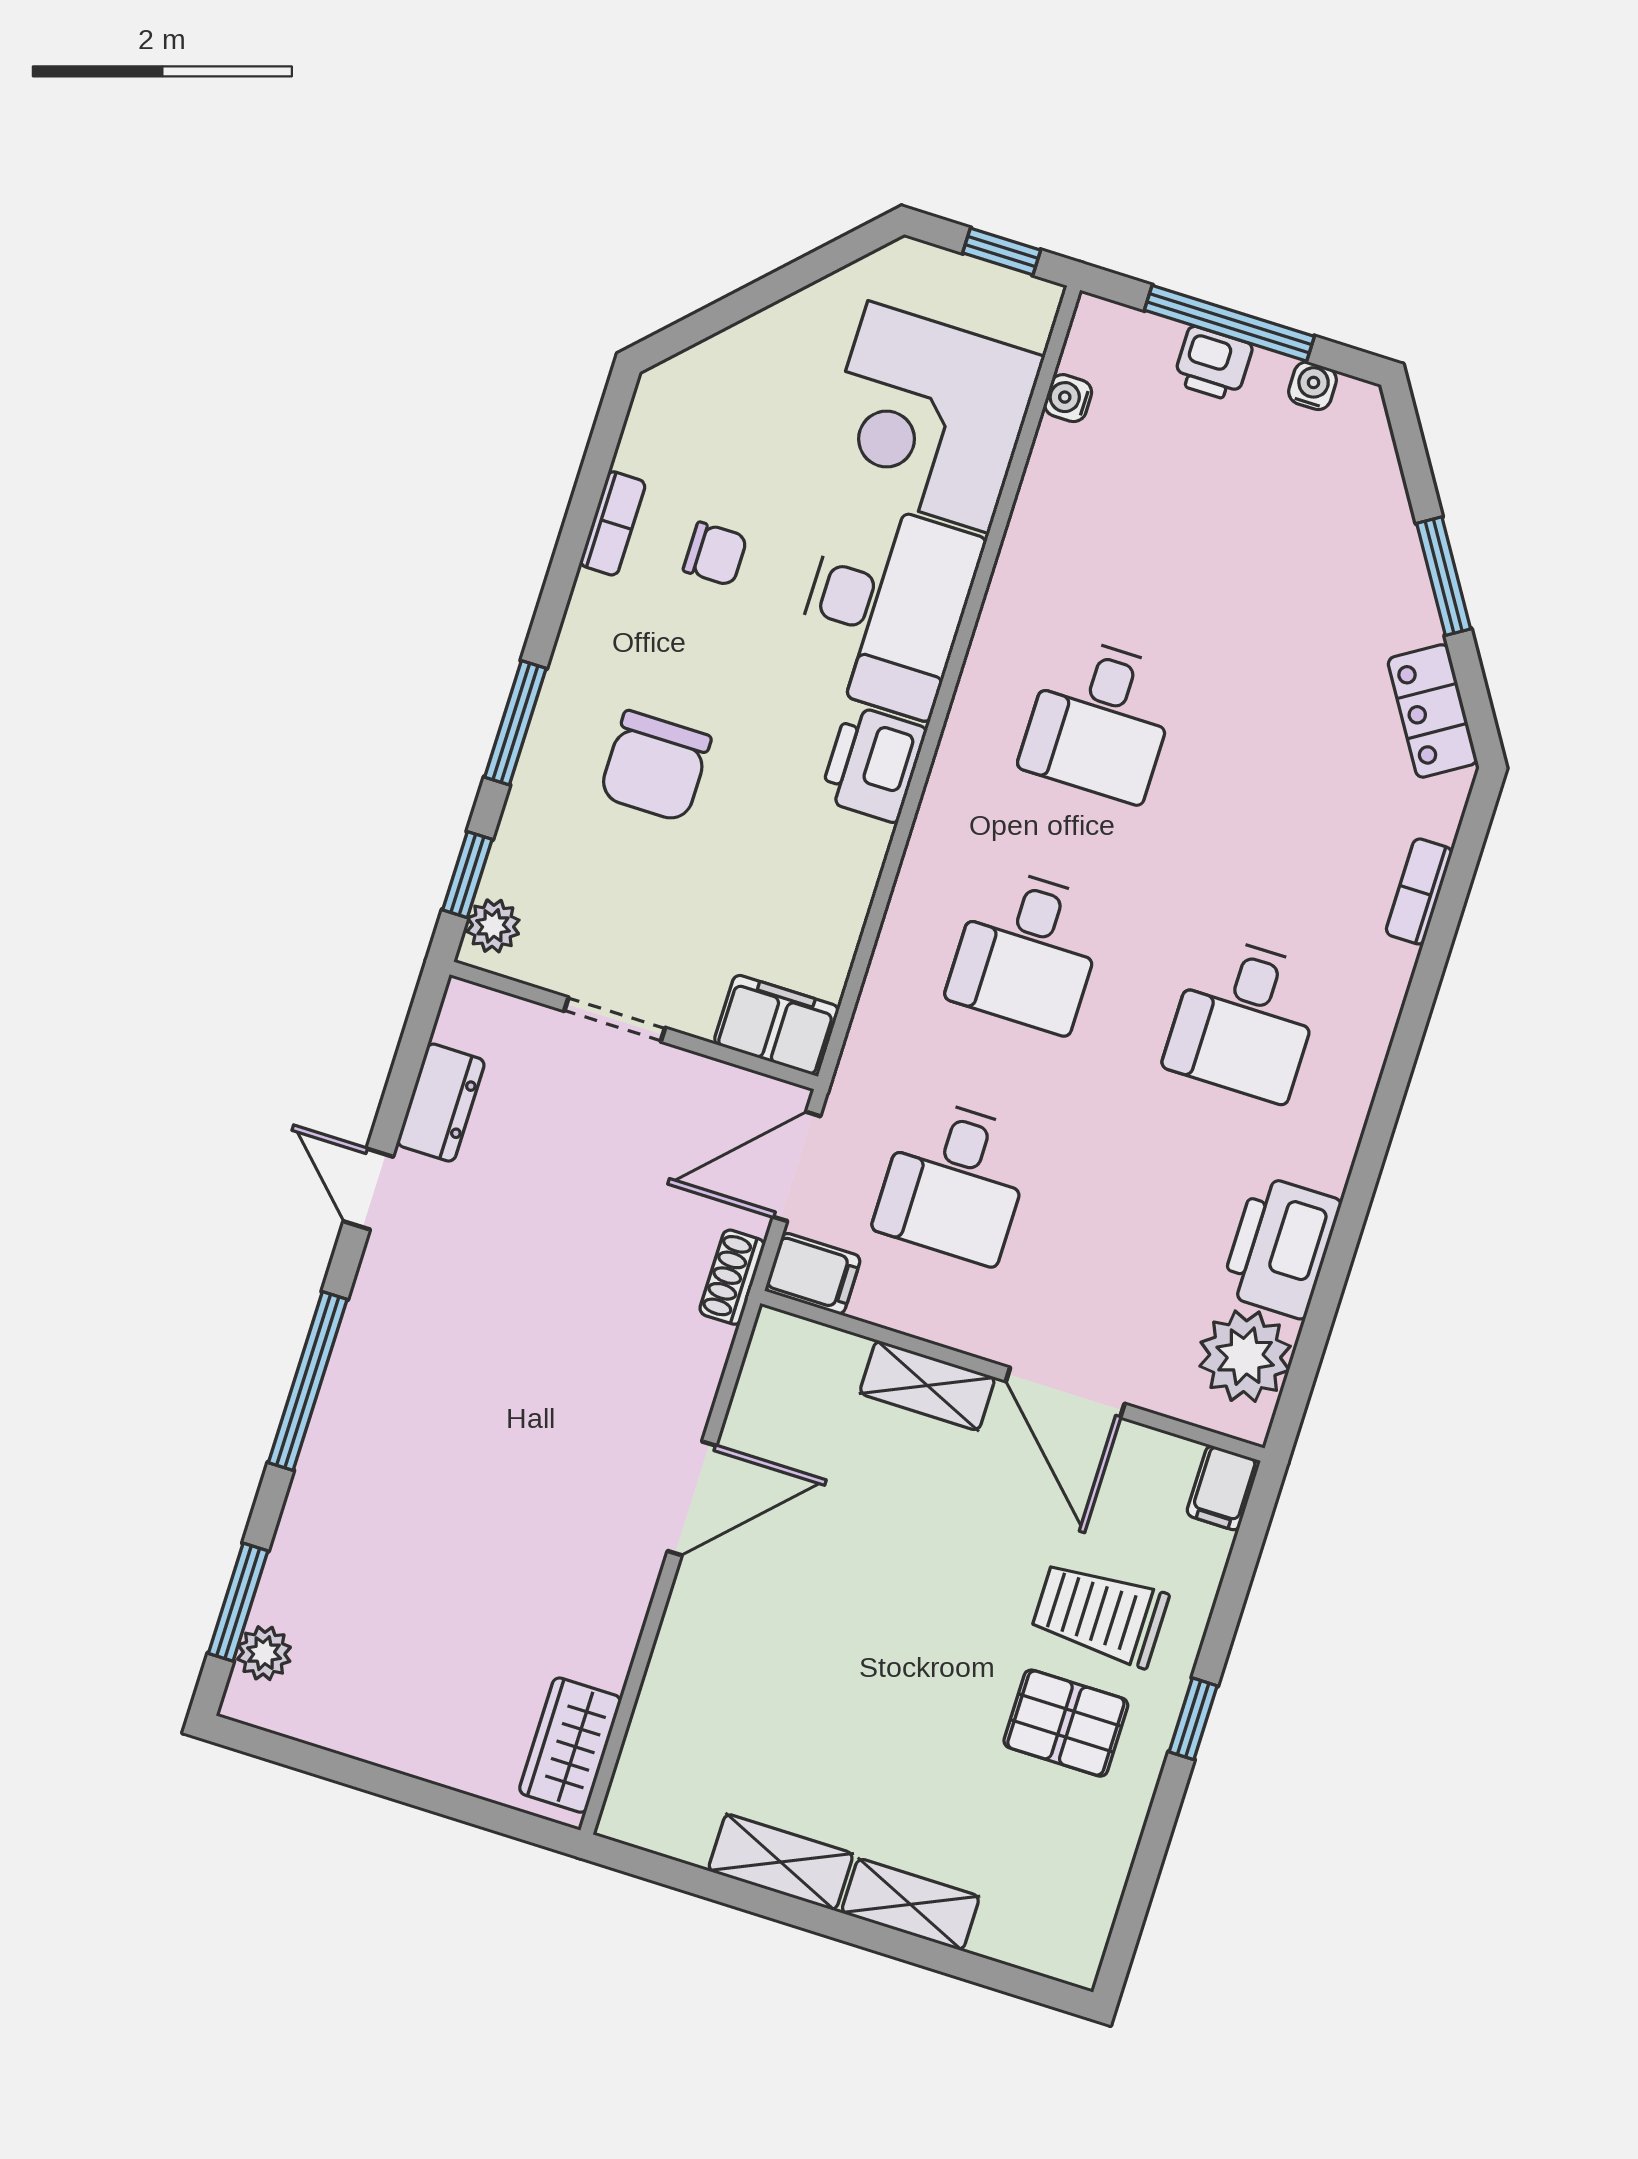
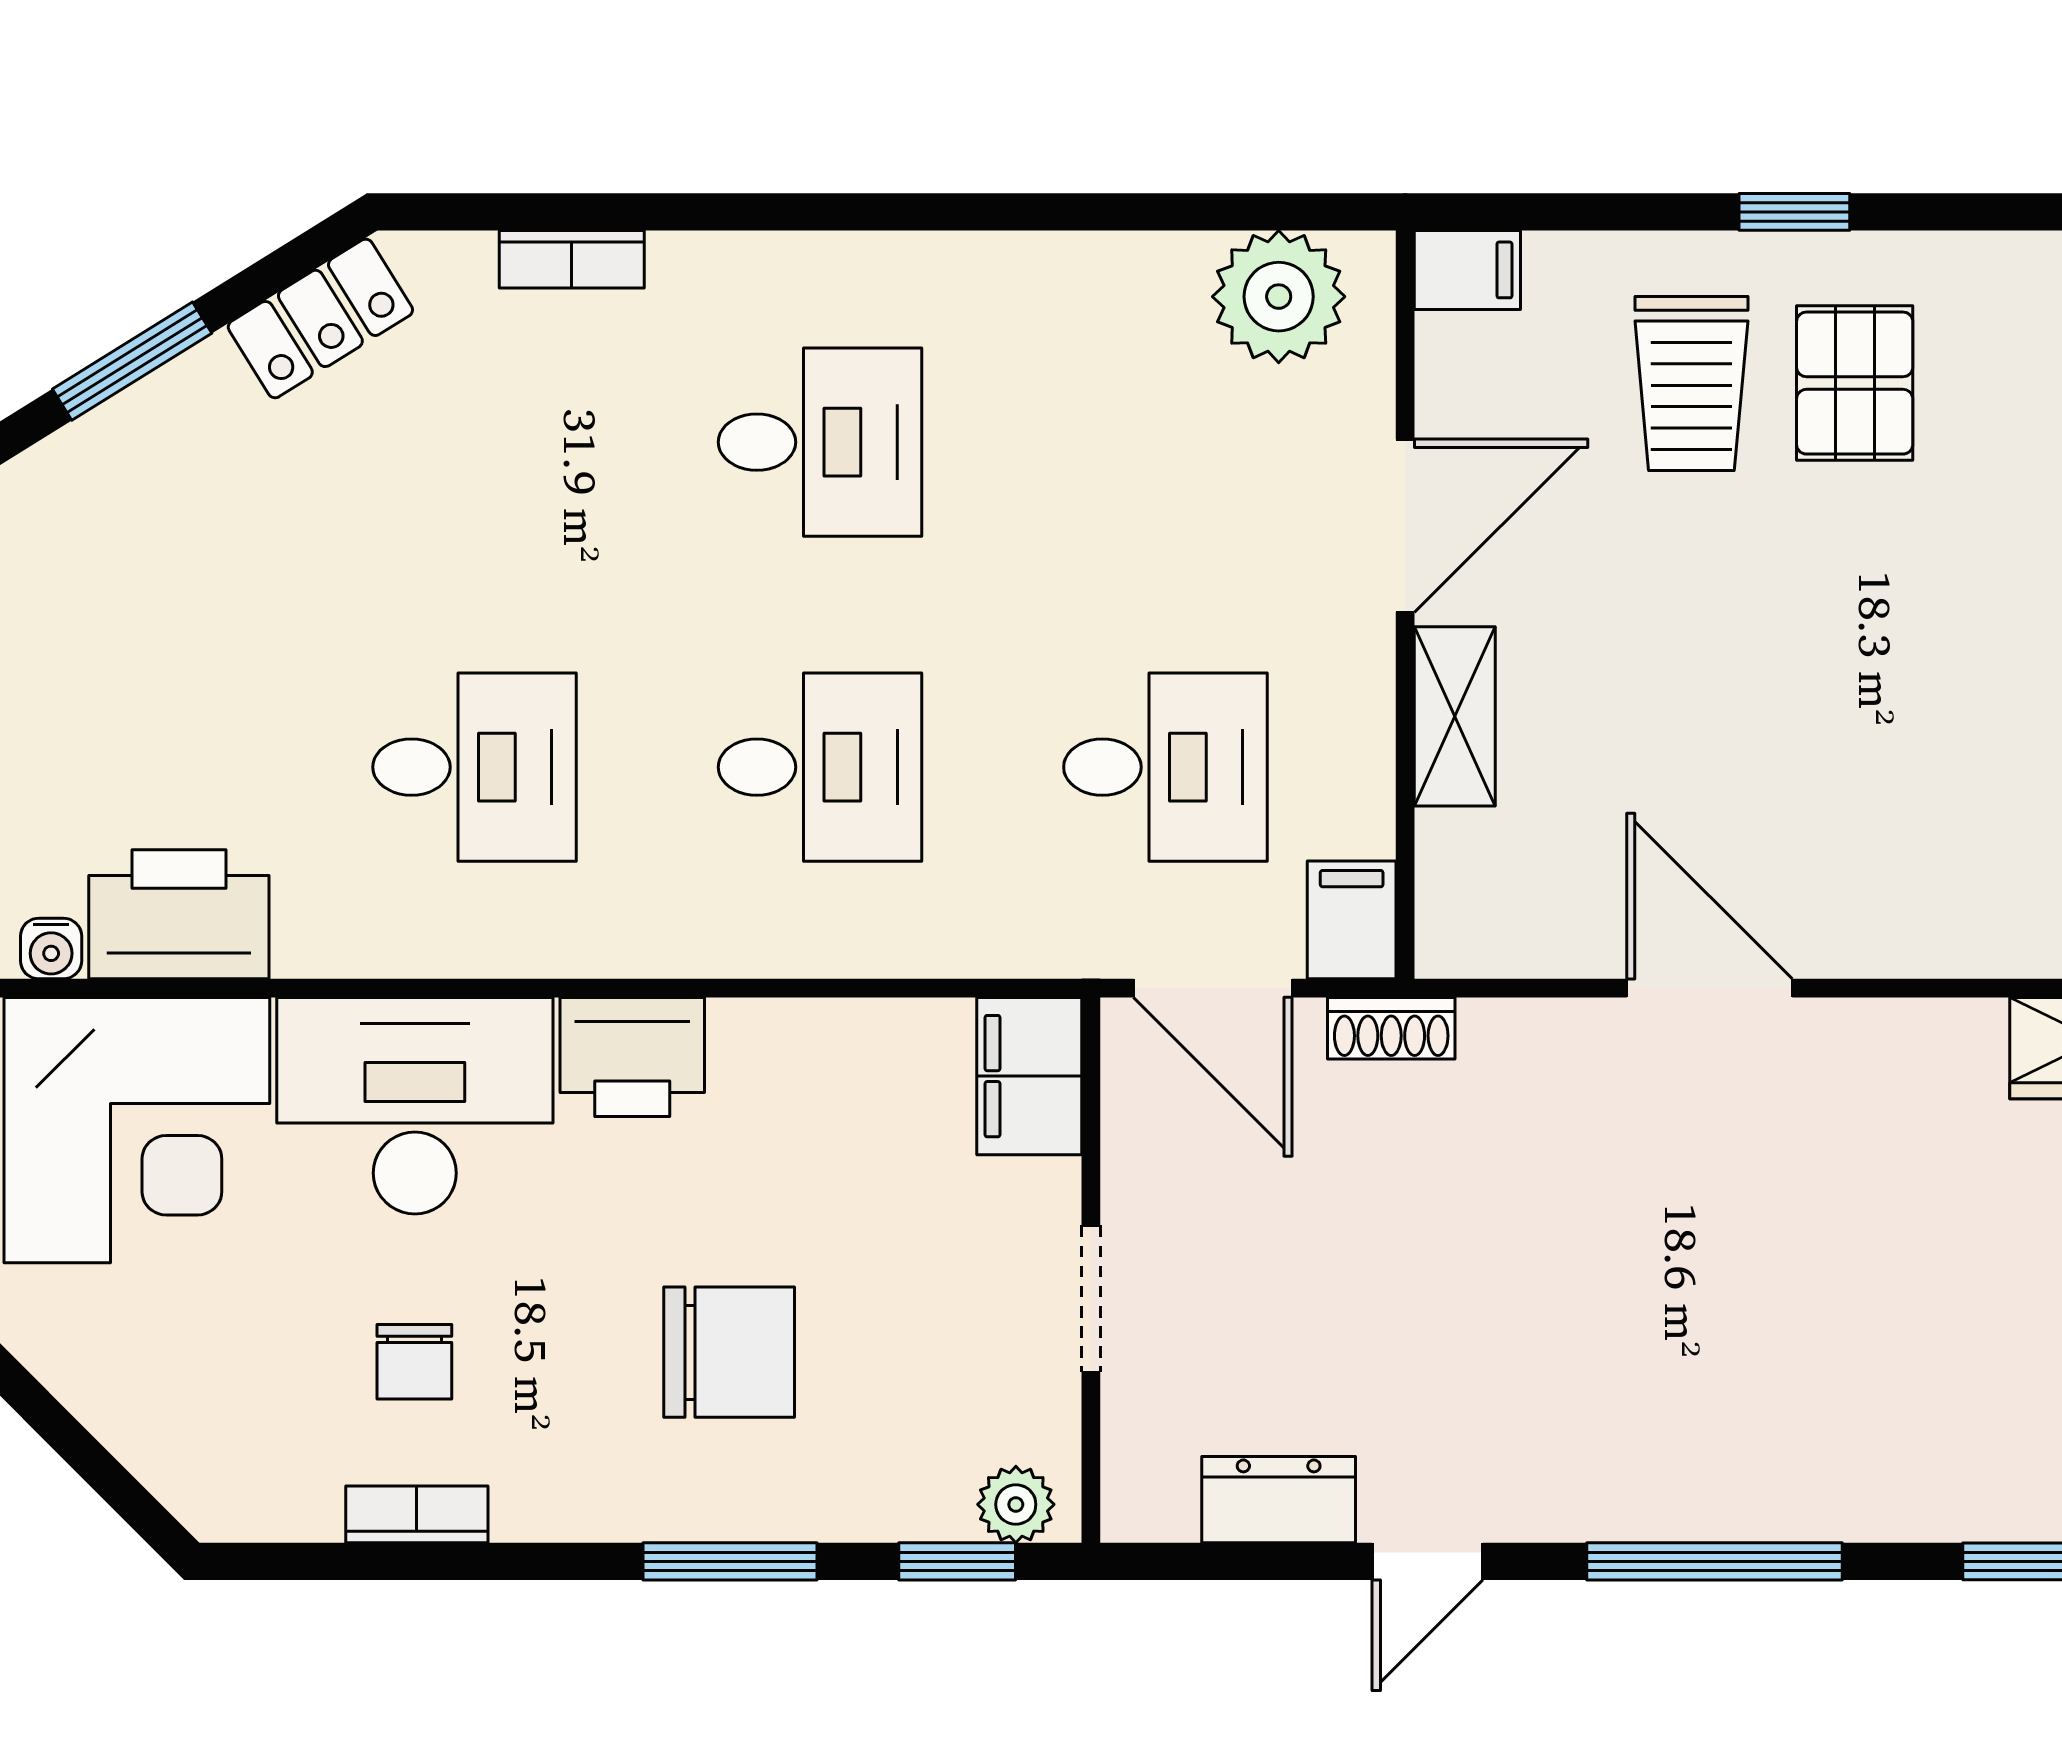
chair: (715, 554) -> (414, 1362), turned 180
printer: (1281, 1247) -> (179, 914), moved, turned 180

